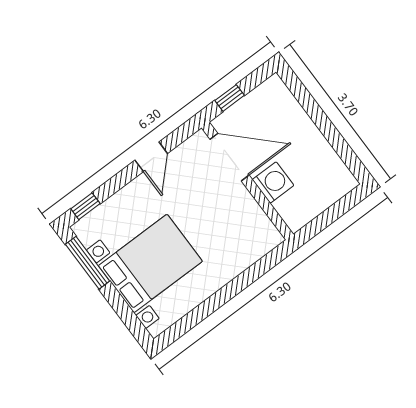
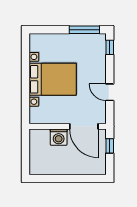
door: (230, 157) -> (84, 126), hinge flipped
bed with nightstands: (150, 263) -> (53, 79), moved, turned -90

